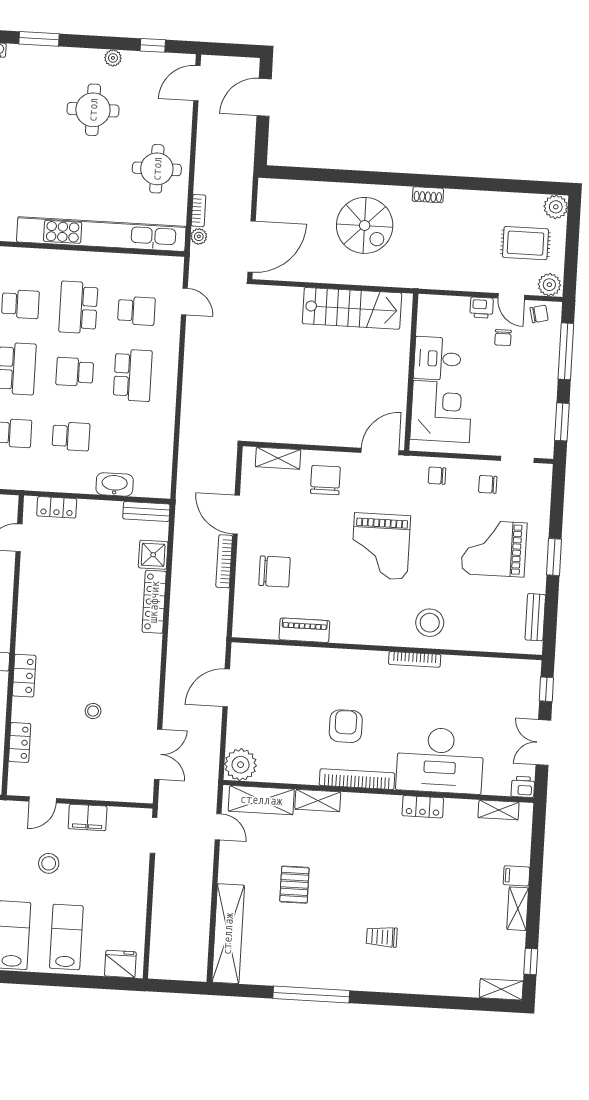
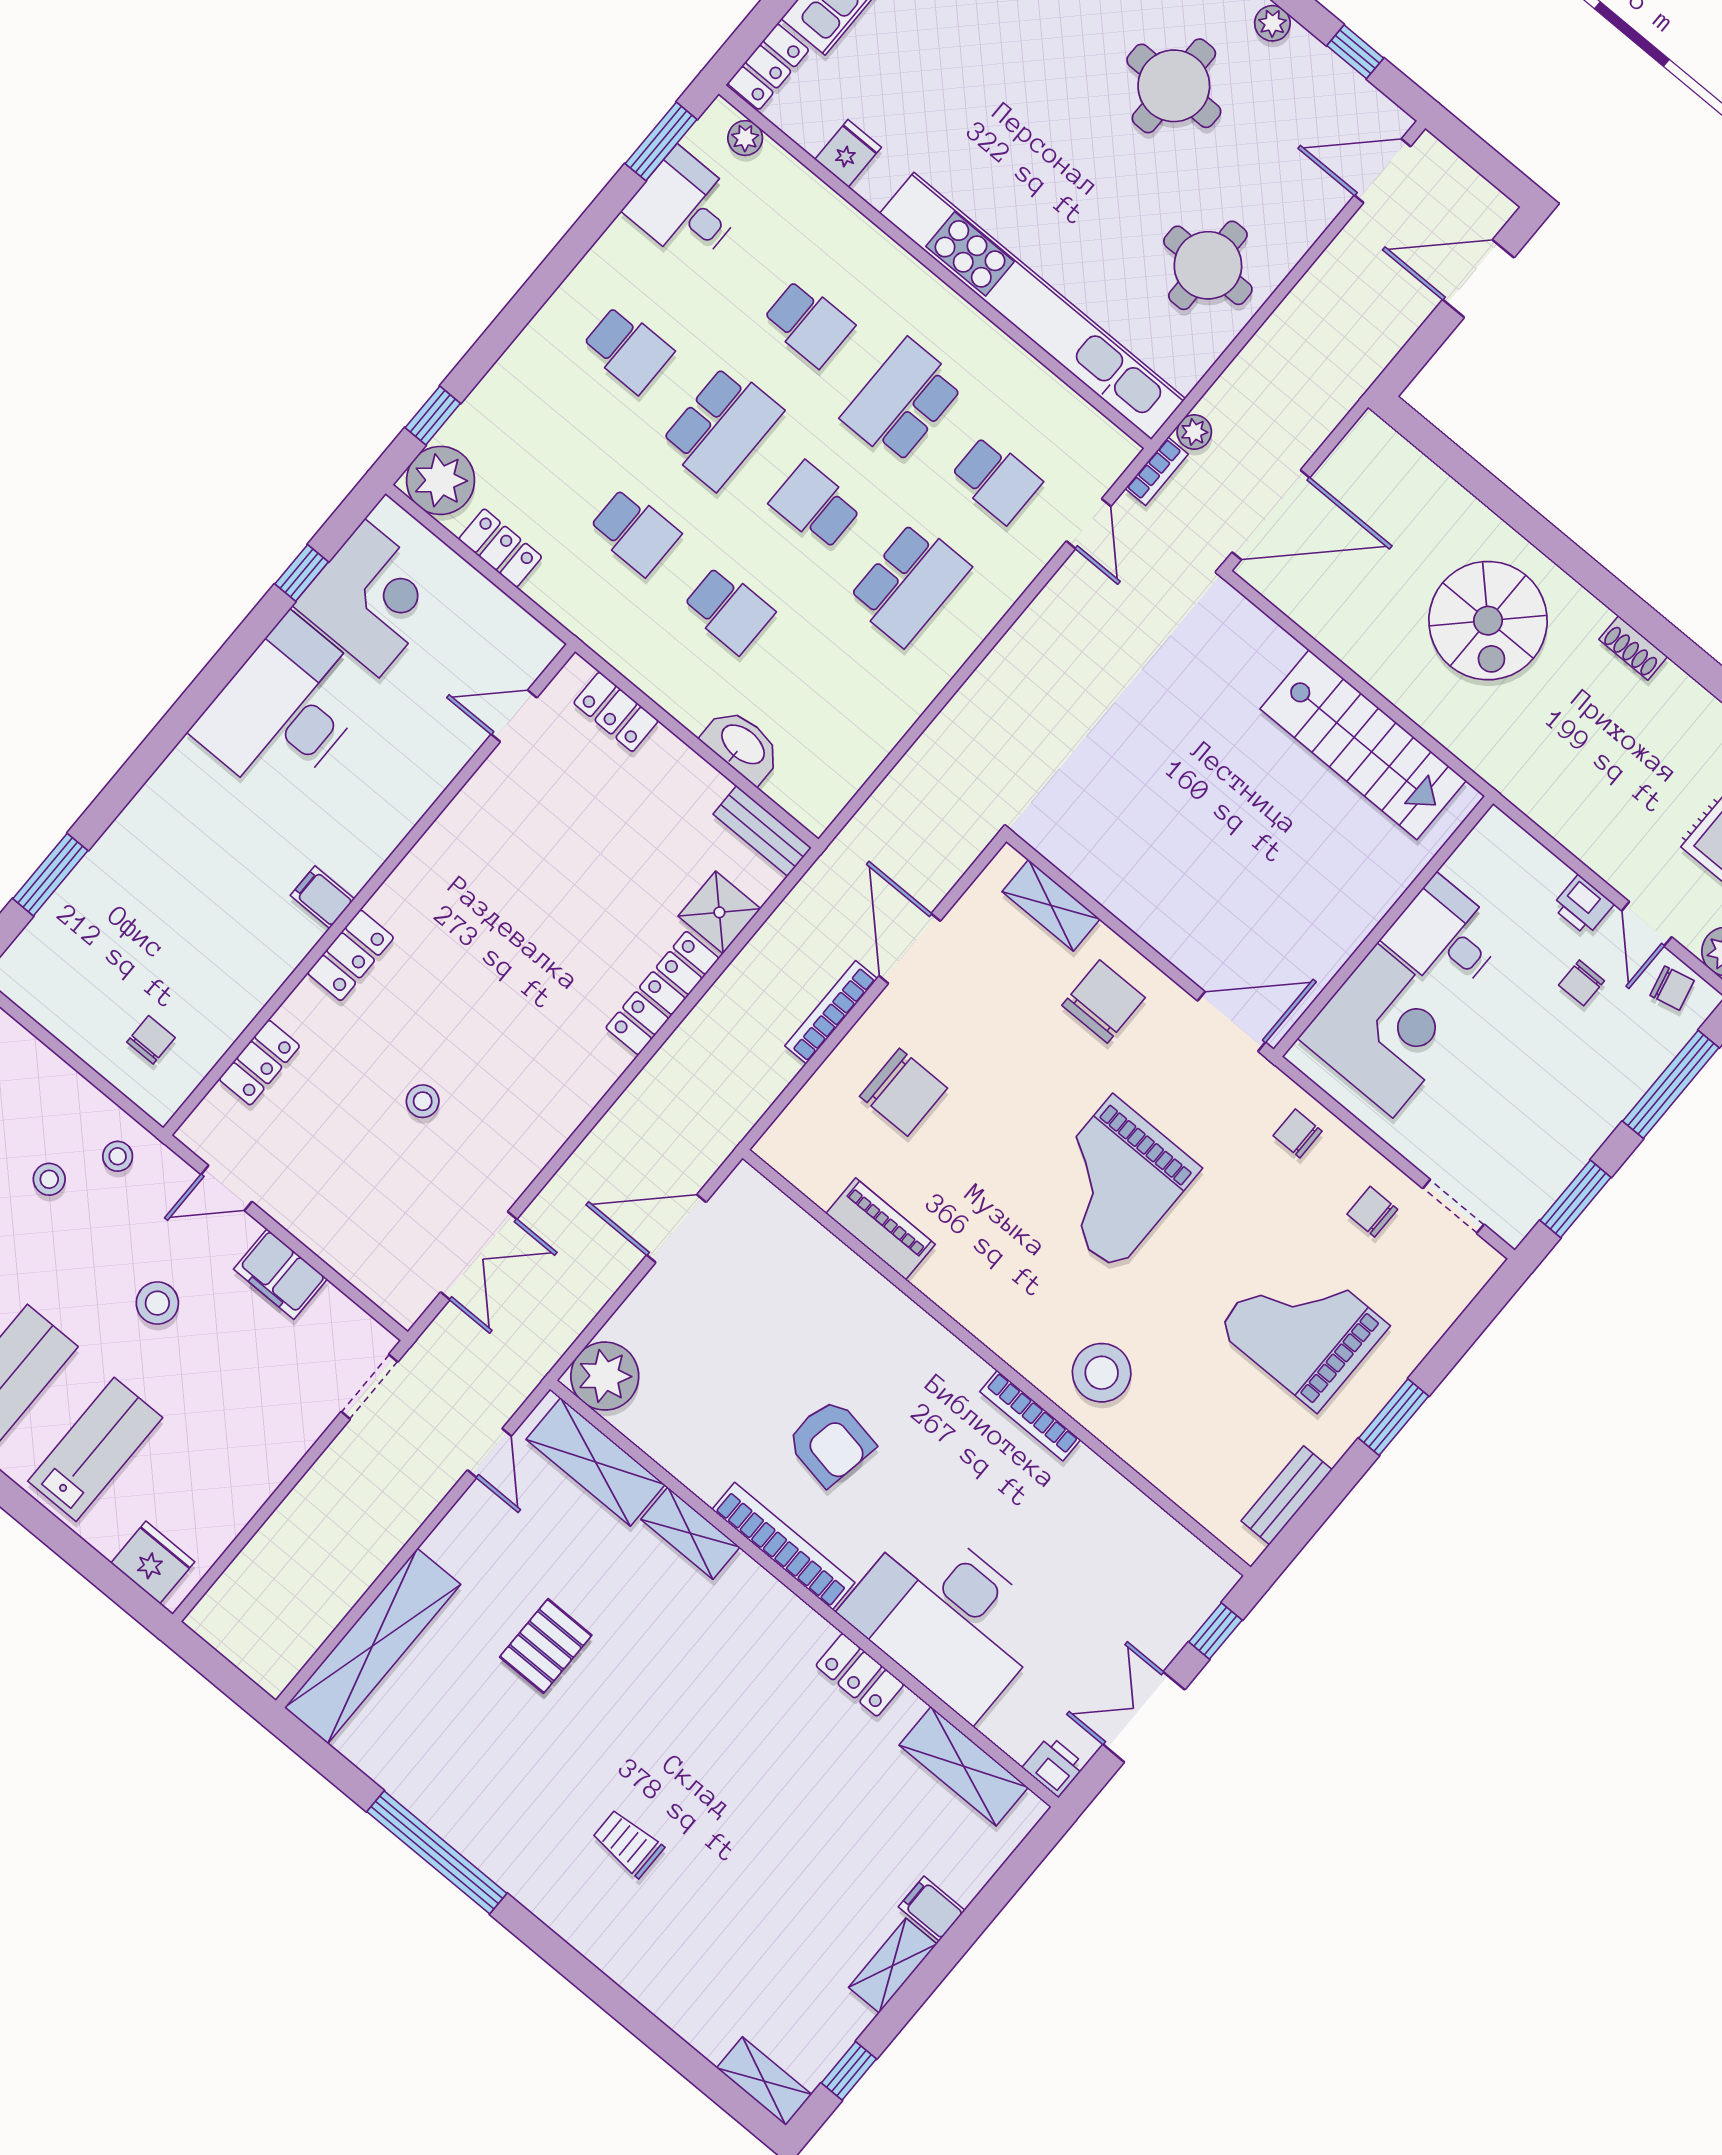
bookcase: (199, 211) -> (1157, 471), moved
armchair: (346, 726) -> (830, 1442), turned 100
shelving: (499, 810) -> (964, 1766), width x1.50, depth x1.33

